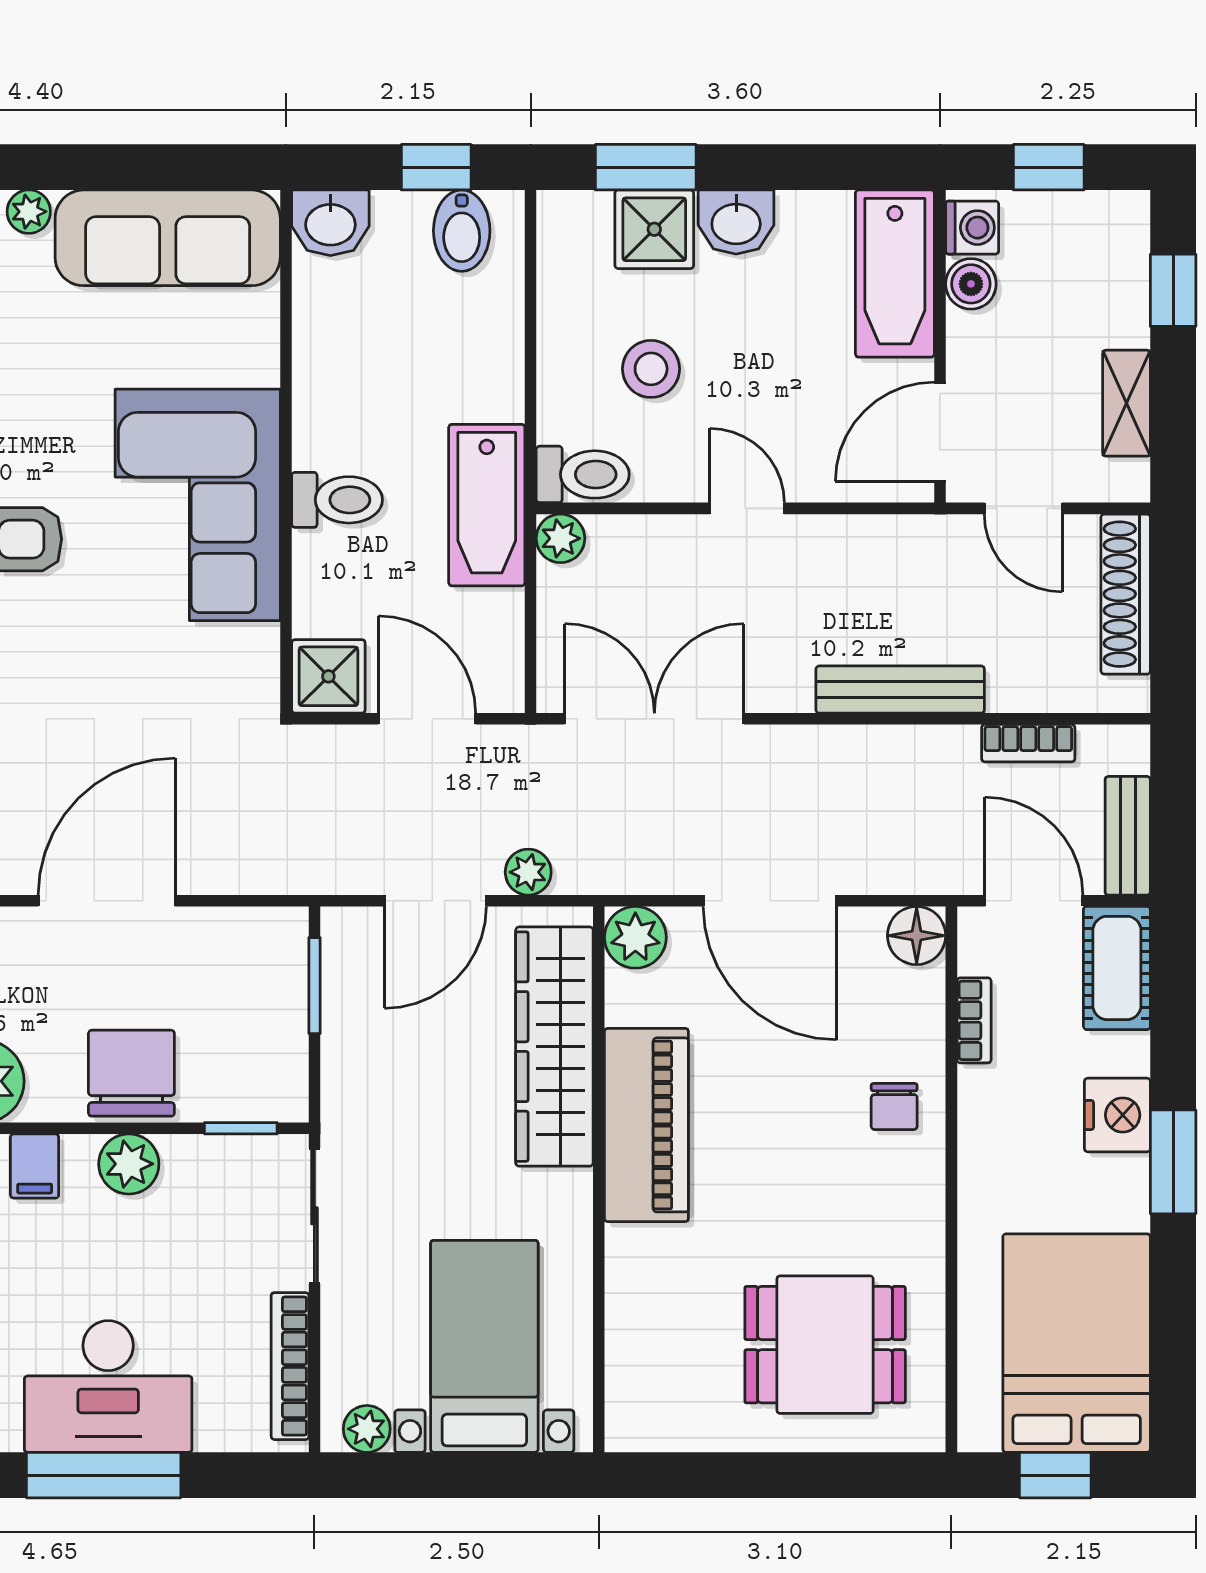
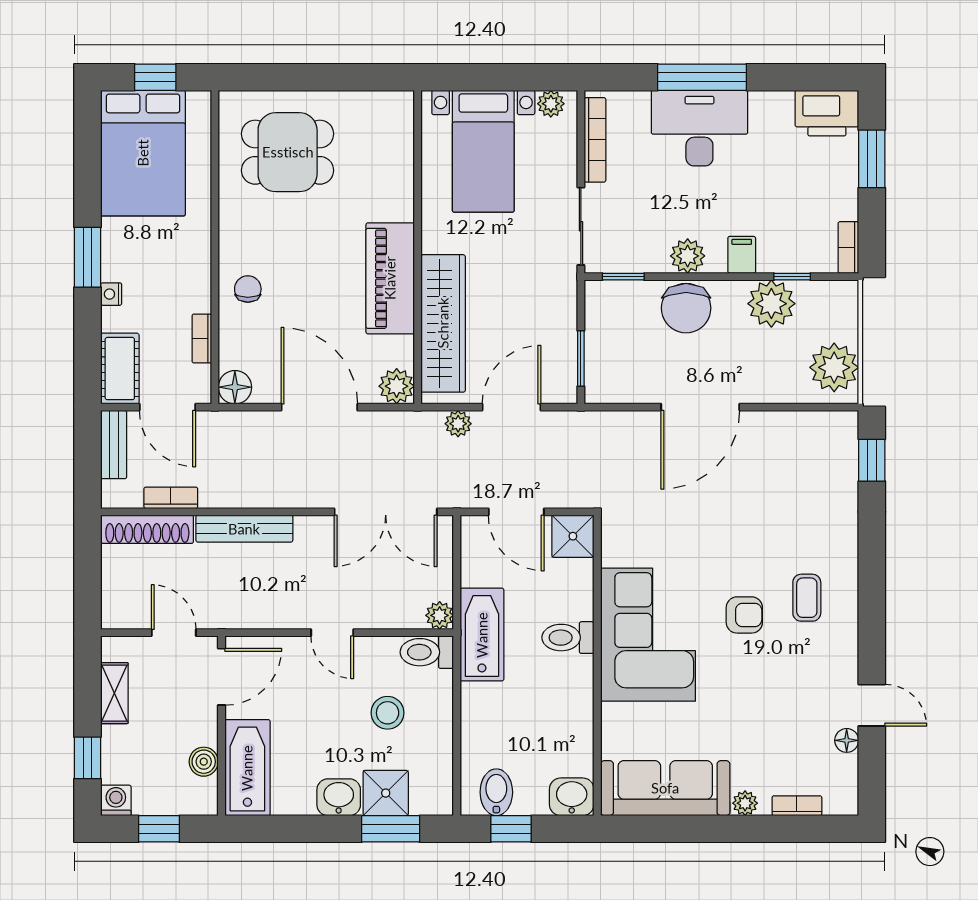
washing machine: (972, 228) -> (116, 800), moved, turned 90
shoe rack: (1126, 594) -> (147, 529), moved, turned 90
nightstand: (1117, 1115) -> (111, 294), width x0.53, depth x0.56

